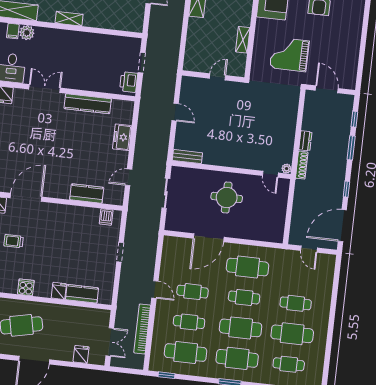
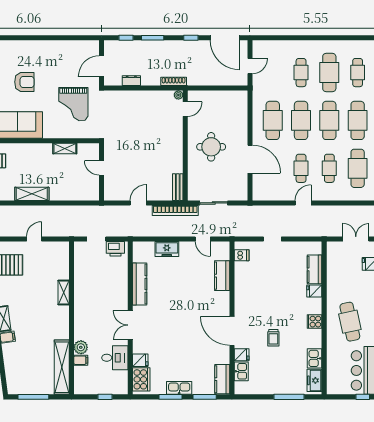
shelving: (69, 19) -> (64, 293), moved
dresser: (305, 141) -> (131, 81), moved
cafe table: (244, 297) -> (301, 120), width x1.37, depth x1.35
bookcase: (142, 329) -> (175, 211), moved

